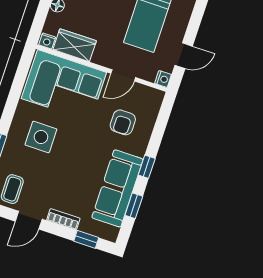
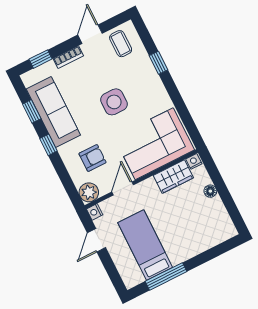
plant: (152, 99) -> (89, 192), added
armchair: (123, 122) -> (93, 158), turned 90
side table: (41, 137) -> (114, 102), moved

